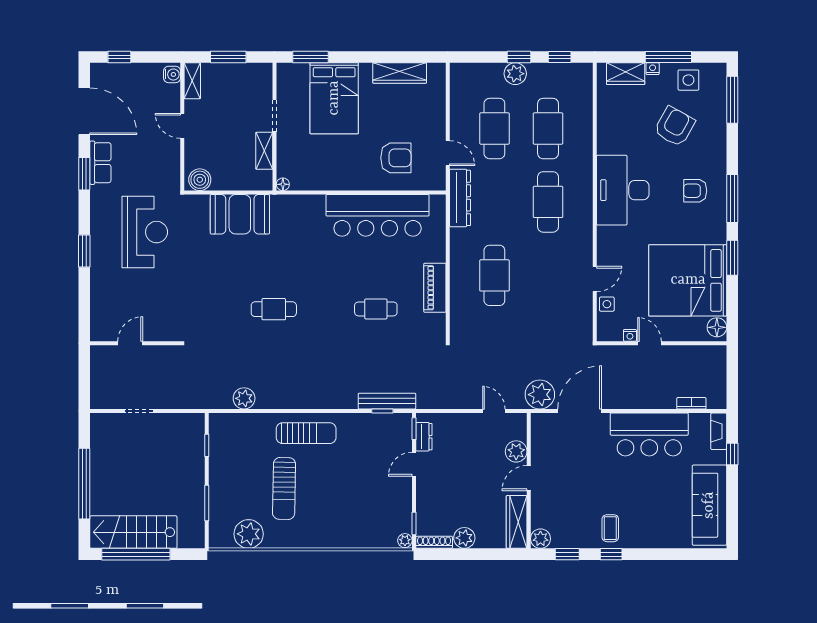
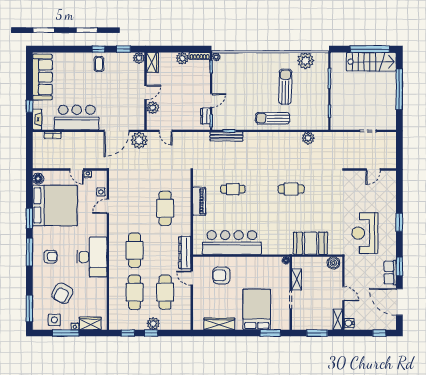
wardrobe: (517, 522) -> (152, 62), width x0.67

